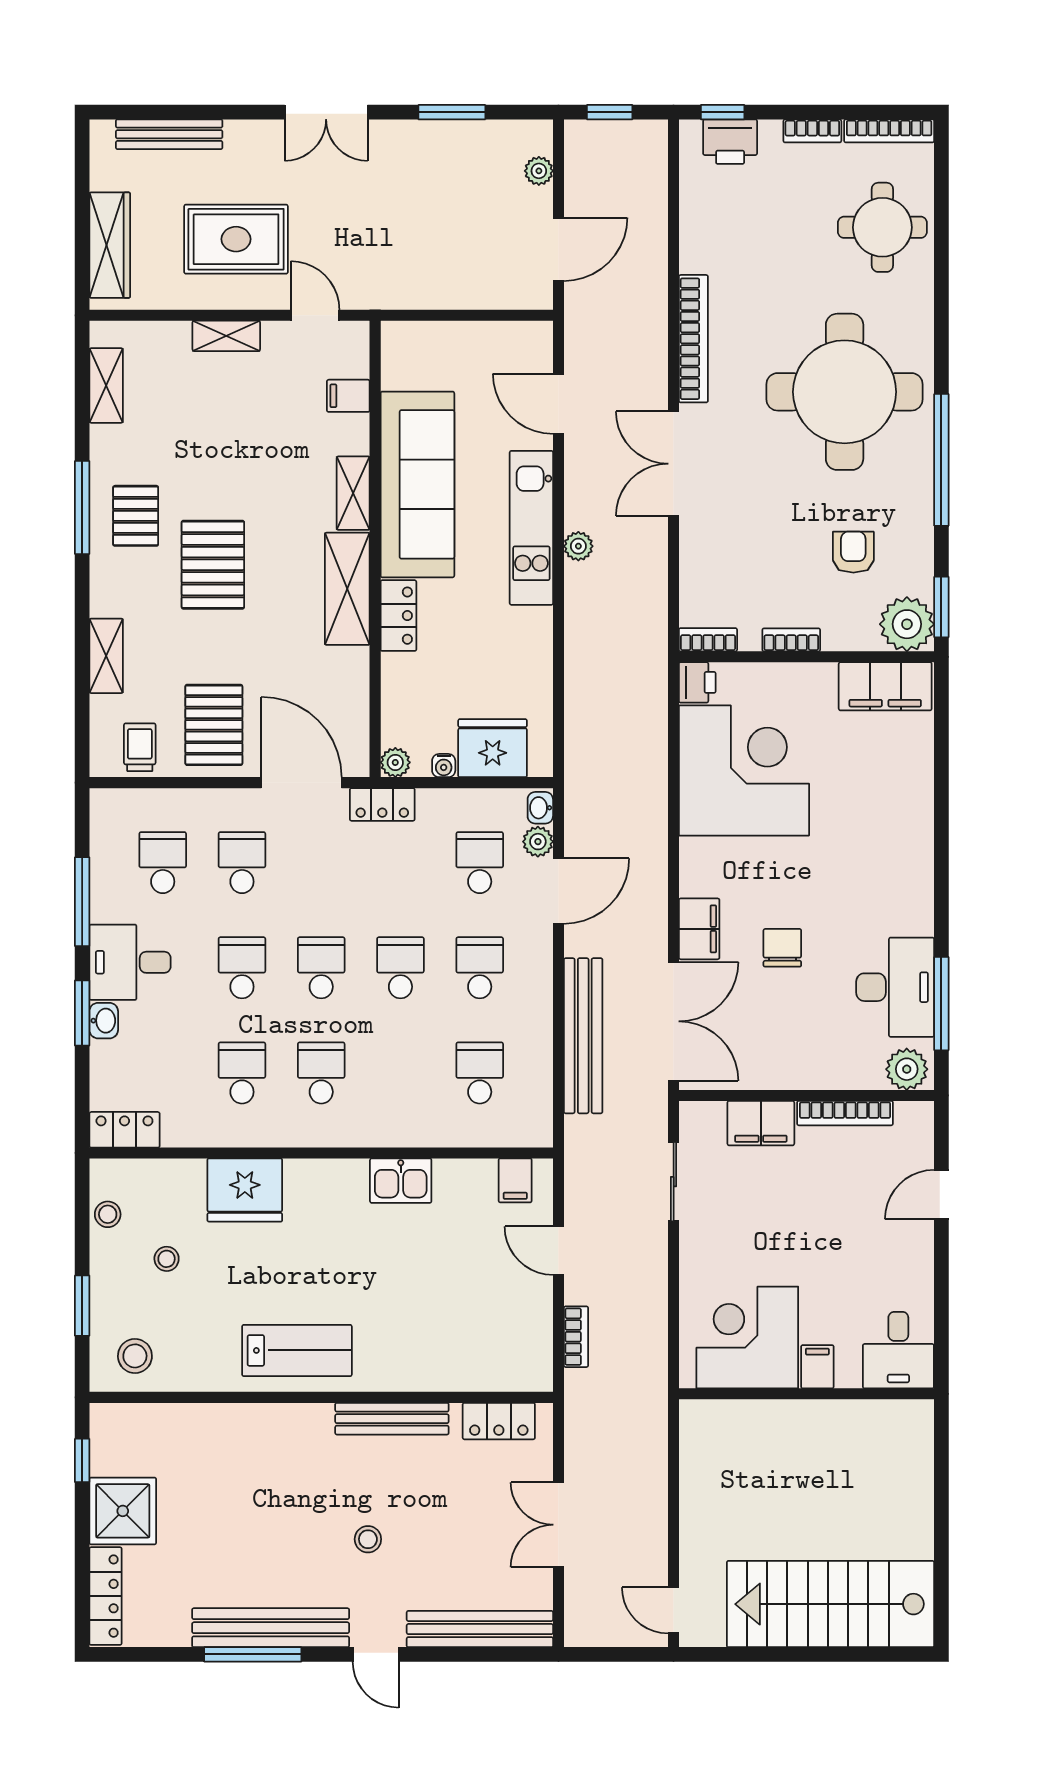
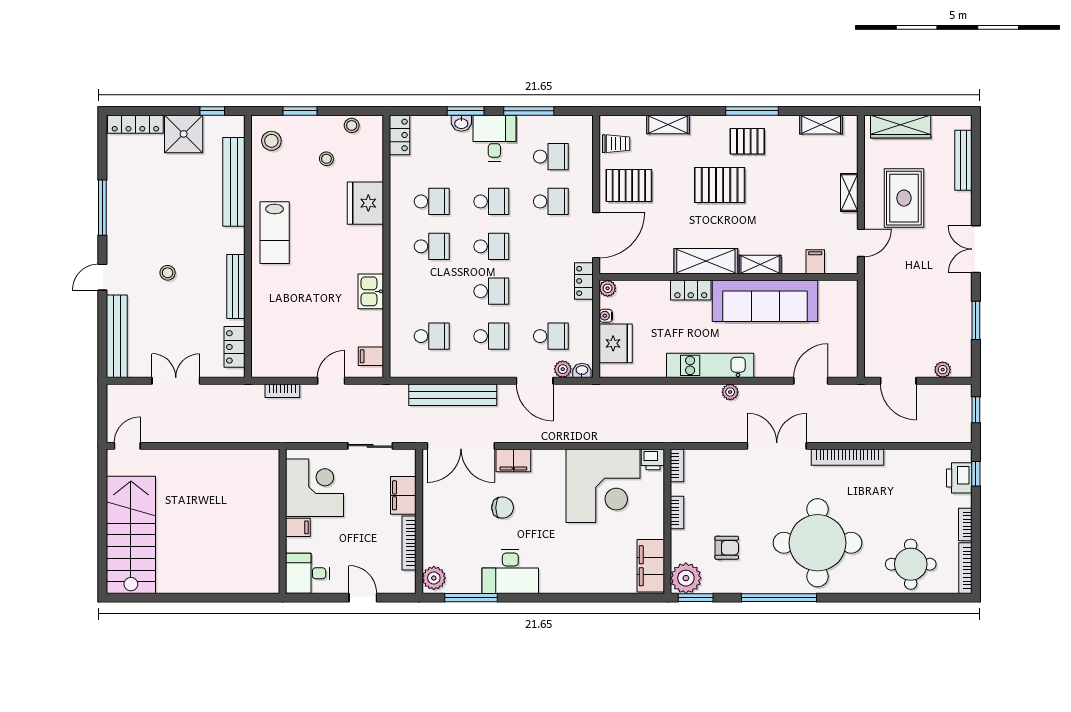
kitchen unit: (531, 528) -> (710, 365), moved
desk: (895, 987) -> (510, 571), moved
corner desk: (747, 1337) -> (314, 488), moved
desk: (898, 1350) -> (307, 573), moved
filing cabinet: (817, 1367) -> (298, 527), moved
wall: (807, 1394) -> (283, 521), moved
bench: (271, 1628) -> (234, 182), moved

